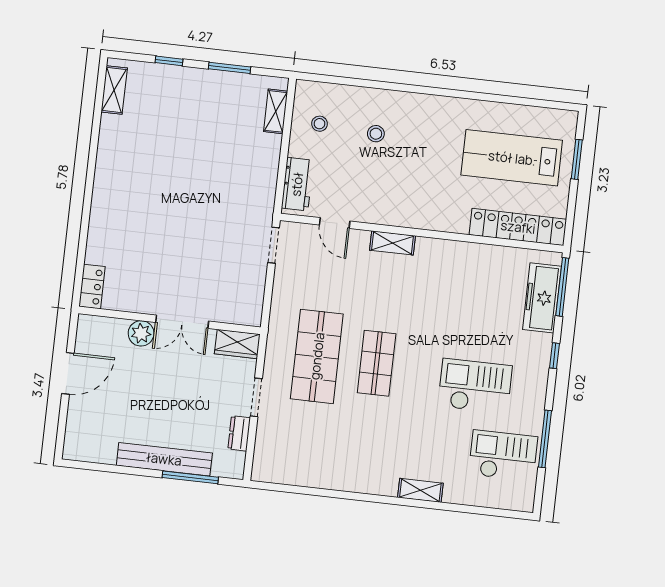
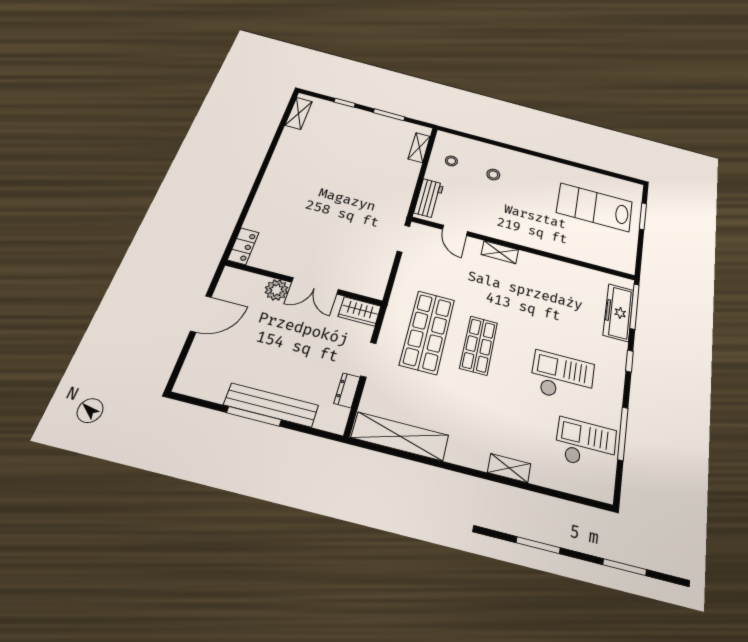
locker: (518, 227) -> (599, 256), removed
shelving: (302, 473) -> (400, 436), added
window: (190, 477) -> (254, 416), moved

